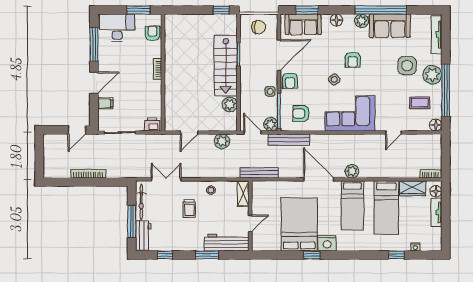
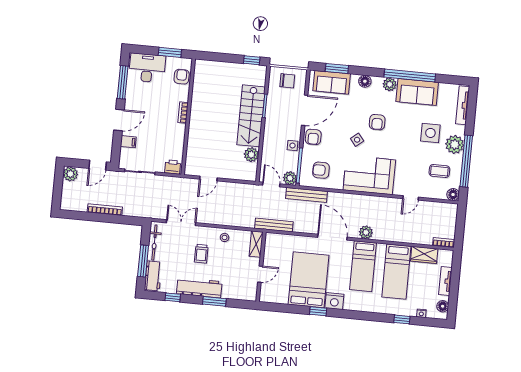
plant: (222, 141) -> (70, 174), moved
floor lamp: (436, 191) -> (443, 306), moved
workbench: (227, 243) -> (199, 288), moved

